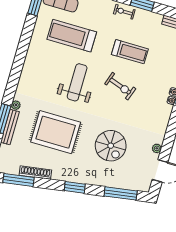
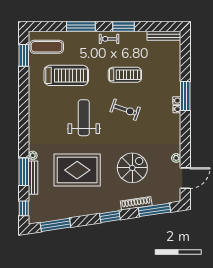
treadmill: (72, 36) -> (66, 75), turned 180
spiral stairs: (111, 146) -> (132, 168), turned -90
shoe rack: (35, 173) -> (136, 203), moved

